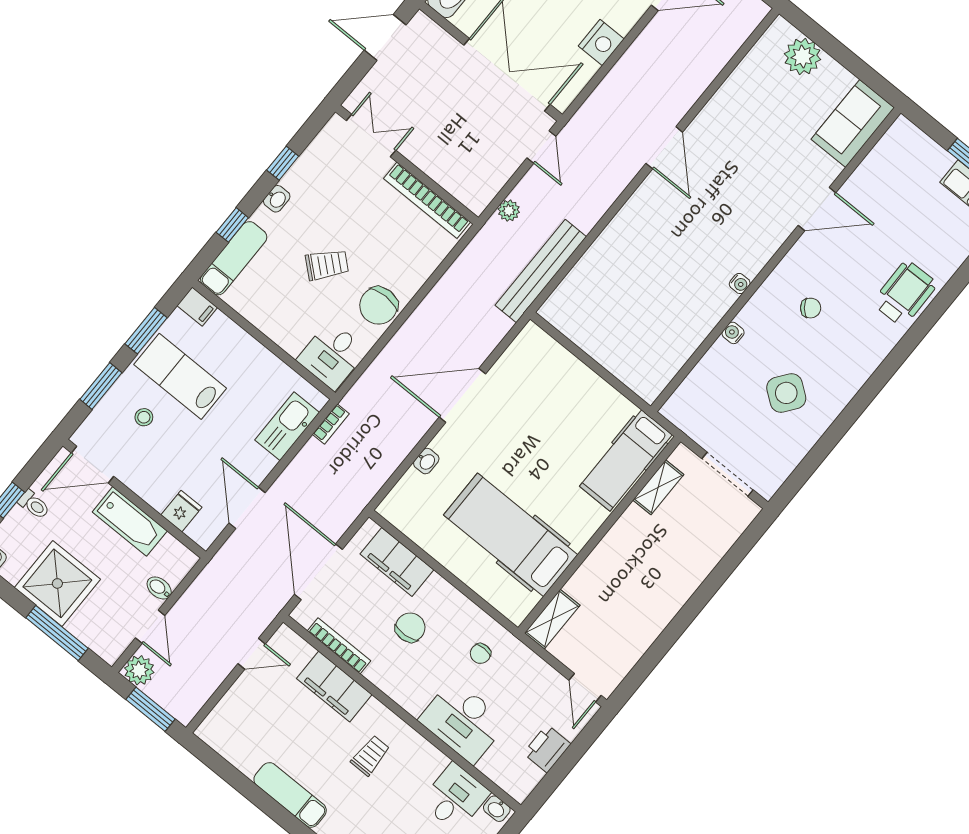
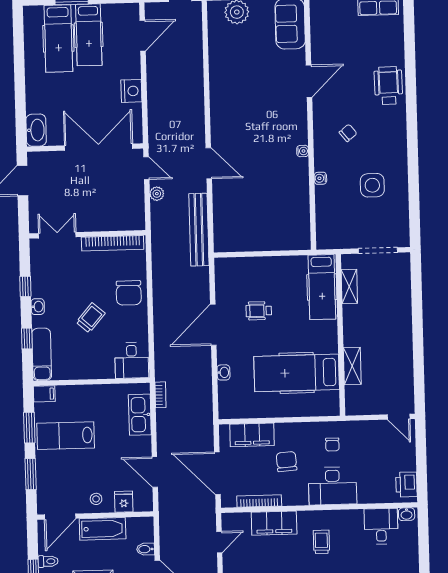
door: (664, 148) -> (209, 163), moved
plant: (509, 211) -> (157, 194), moved
chair: (379, 306) -> (129, 293), moved
side table: (786, 393) -> (372, 185), turned -37
stool: (144, 417) -> (96, 499), moved
wheelchair: (529, 425) -> (259, 311), added
shelving: (552, 619) -> (352, 366), moved
desk: (463, 721) -> (333, 486), moved
printer: (547, 749) -> (406, 484), moved

